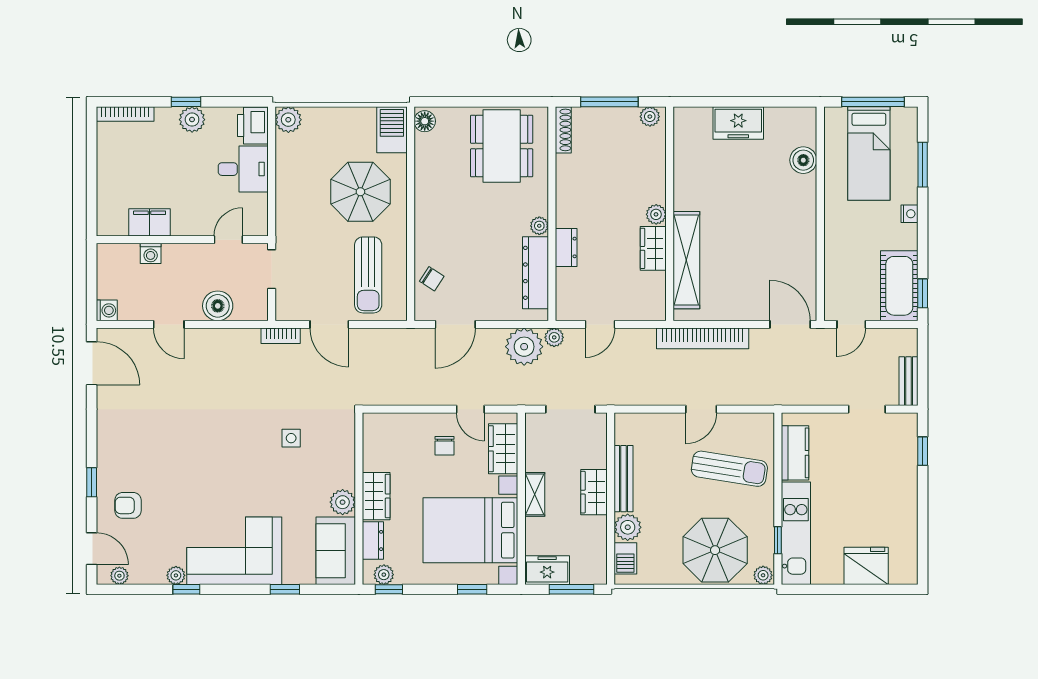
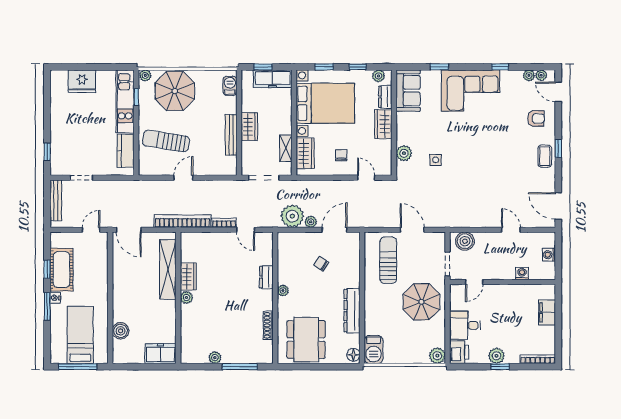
shoe rack: (563, 130) -> (268, 325), moved
window: (923, 165) -> (47, 306), moved
parasol: (360, 192) -> (421, 302), moved
plant: (656, 214) -> (186, 297), moved
wall: (670, 214) -> (178, 298), moved
filing cabinet: (150, 222) -> (547, 312), moved, turned 90
wardrobe: (653, 248) -> (188, 277), moved
shelving: (686, 260) -> (168, 269), moved
dresser: (535, 273) -> (352, 311), moved, turned 180
chair: (432, 279) -> (321, 264), moved
cot: (899, 286) -> (61, 270), moved
window: (923, 293) -> (47, 269), moved
boiler: (218, 306) -> (465, 241), moved
washing machine: (107, 310) -> (549, 255), moved
door: (600, 324) -> (246, 230), swing flipped
bookcase: (281, 336) -> (224, 223), moved
plant: (554, 337) -> (311, 222), moved
bench: (909, 381) -> (56, 200), width x1.36
door: (470, 409) -> (366, 178), moved
coffee table: (114, 444) -> (545, 156), added
window: (92, 482) -> (558, 148), moved
shelving: (535, 494) -> (286, 148), moved
plant: (343, 502) -> (404, 153), moved
plant: (628, 527) -> (229, 105), removed
freezer: (547, 570) -> (273, 79), width x1.40
plant: (176, 575) -> (529, 75), moved
window: (389, 589) -> (358, 67), moved
window: (572, 589) -> (263, 67), width x0.67

